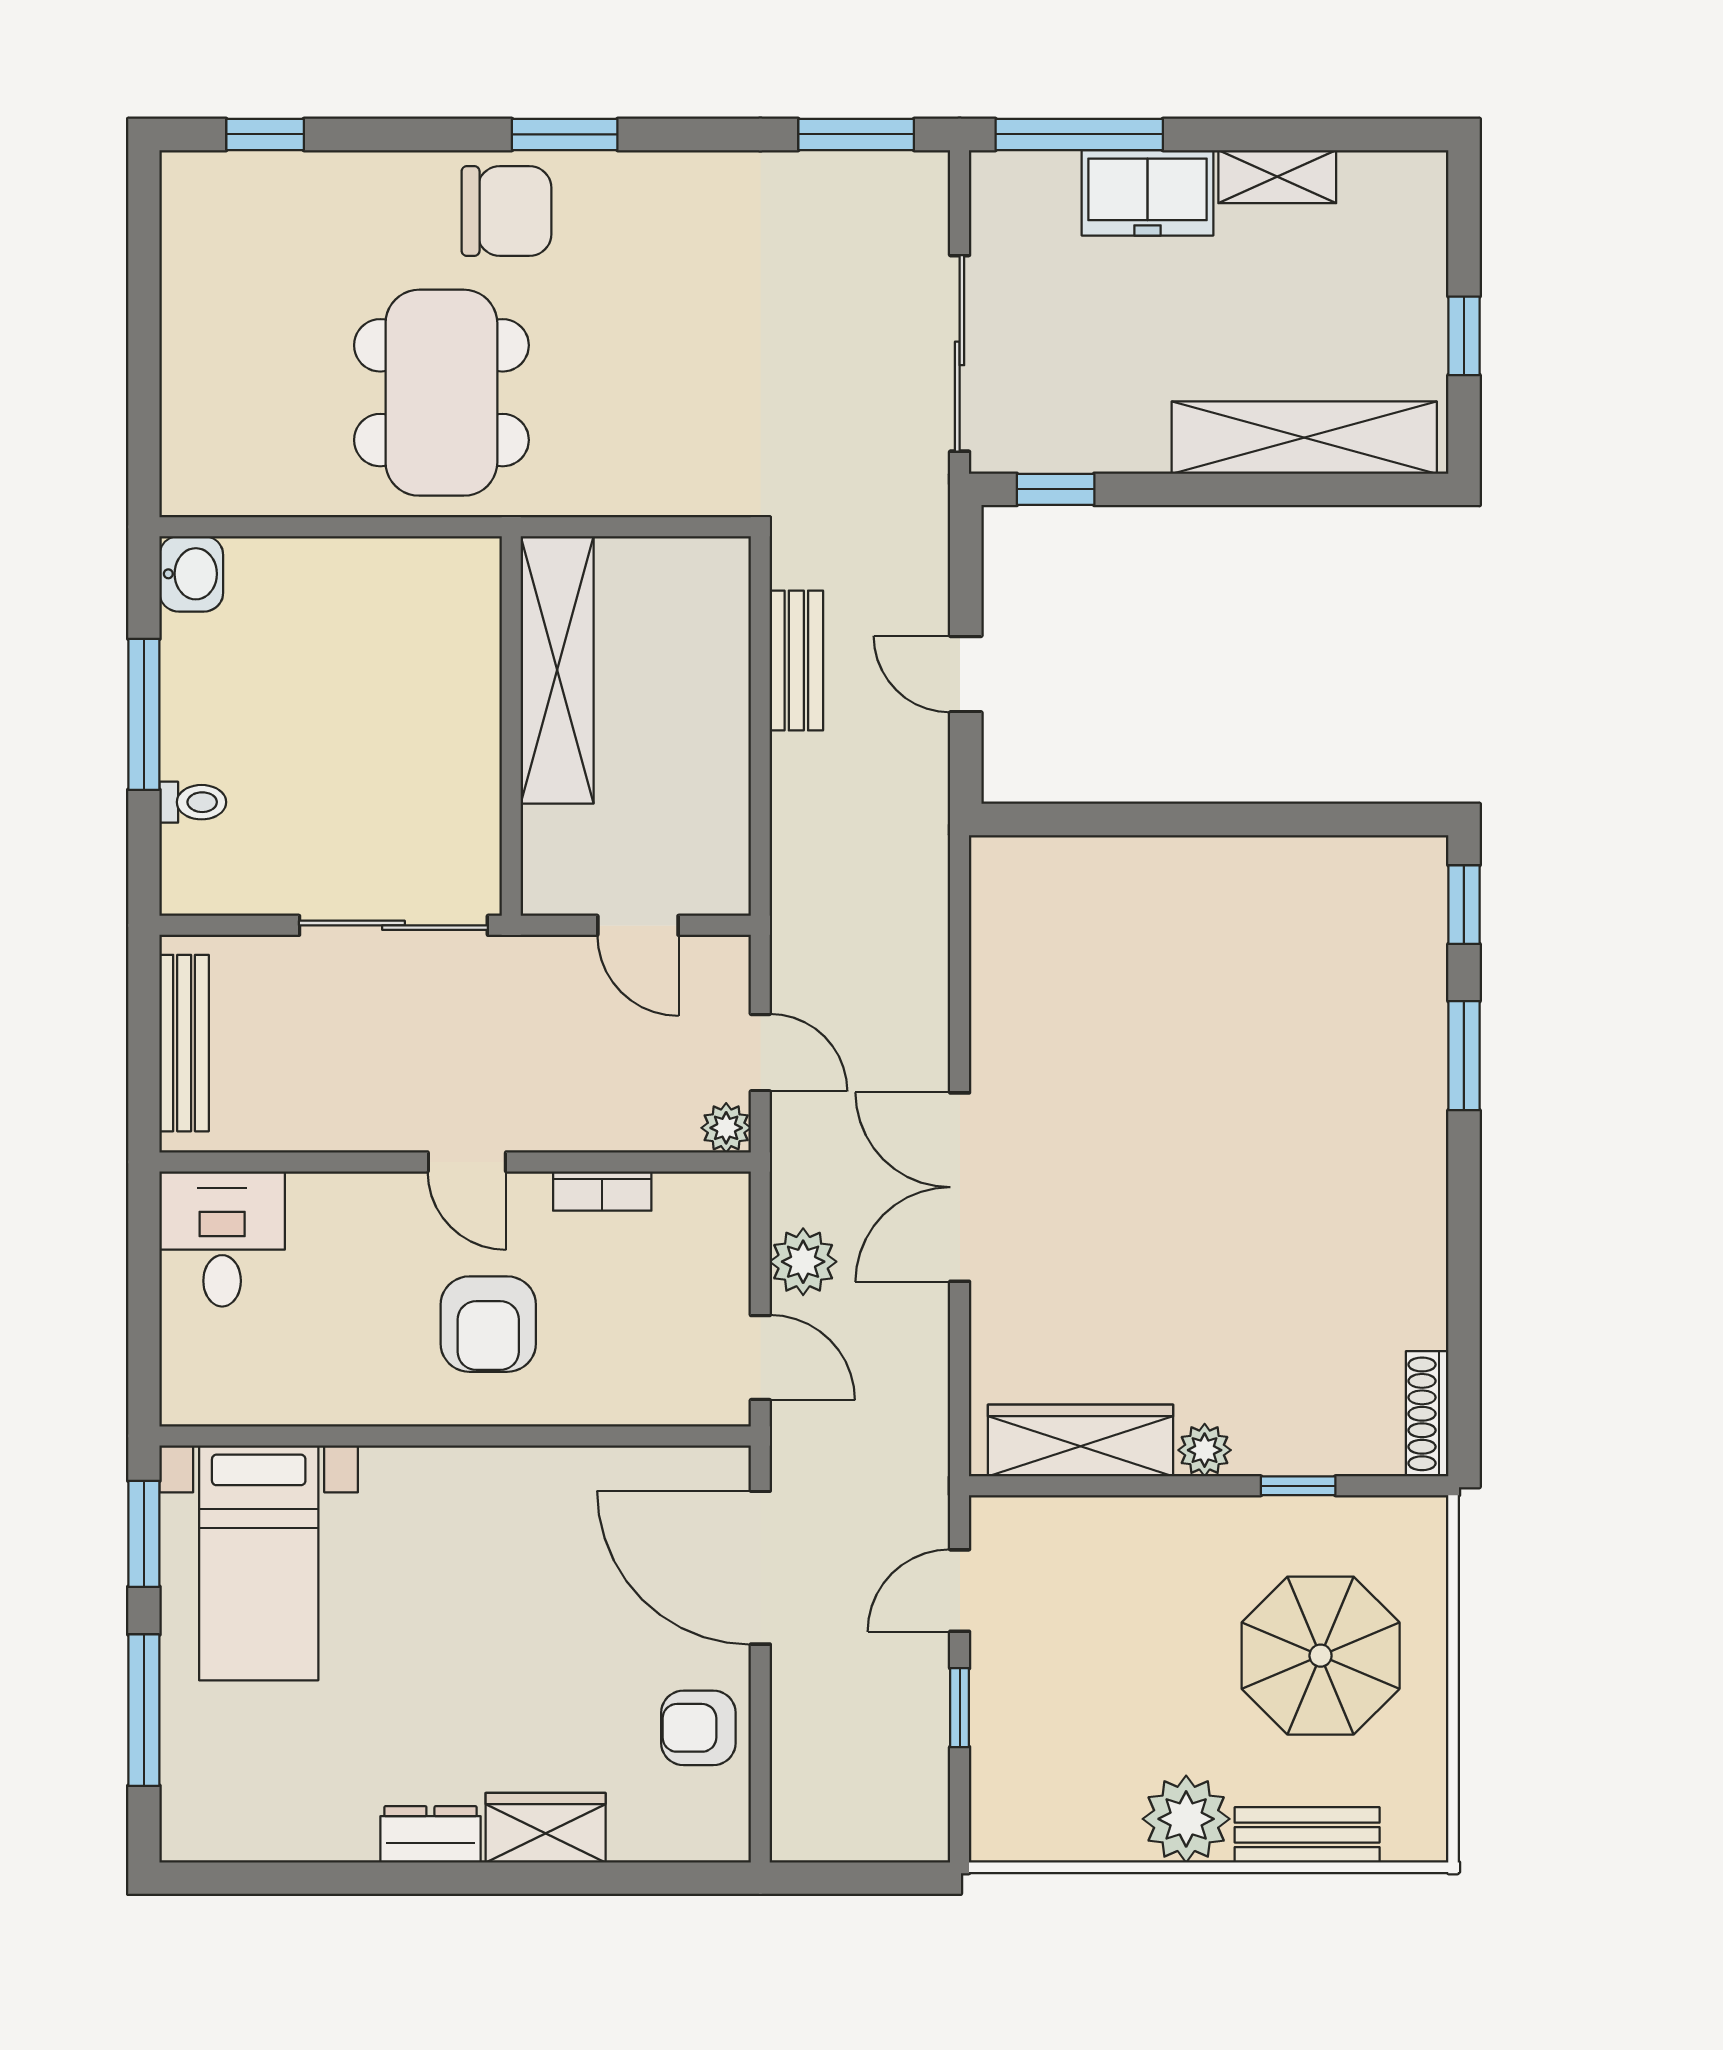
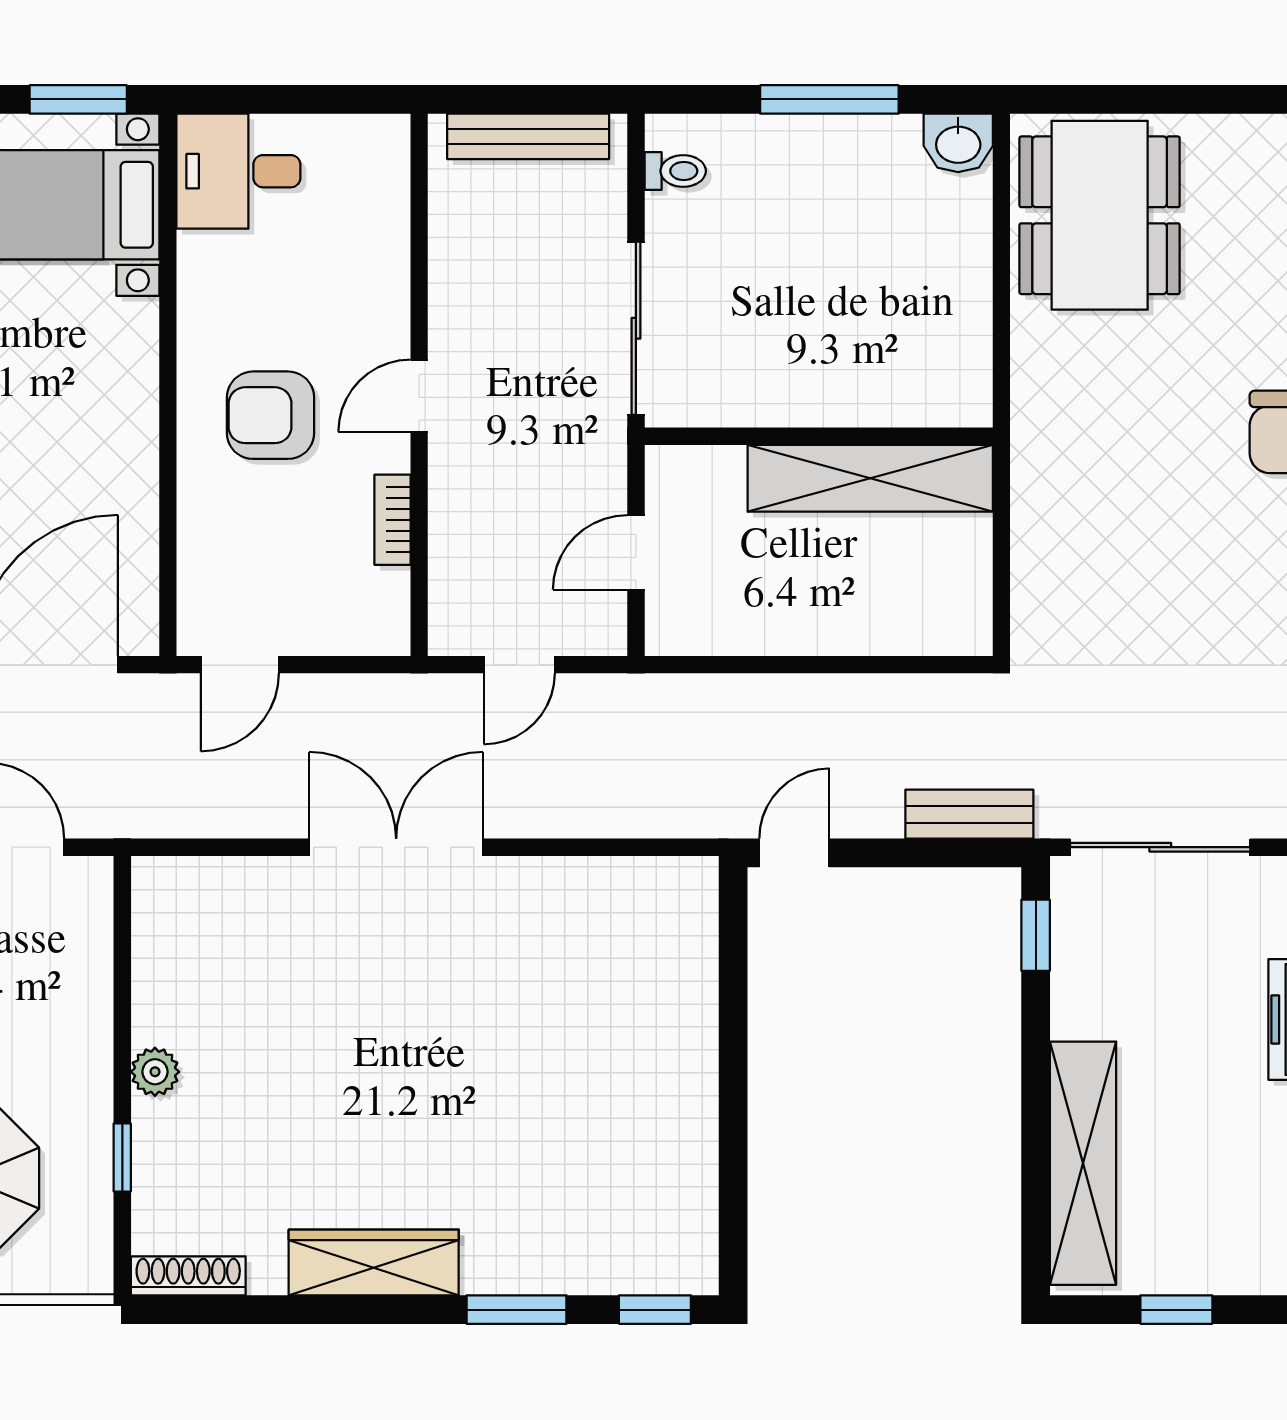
dining table: (441, 393) -> (1100, 215), moved, turned 90
bench: (796, 661) -> (969, 814), moved
door: (966, 674) -> (794, 853), moved
toilet: (193, 802) -> (675, 171), moved, turned -90
plant: (726, 1128) -> (450, 633), removed
desk: (222, 1239) -> (238, 171), moved, turned 180
plant: (803, 1262) -> (328, 704), removed
wardrobe: (1080, 1441) -> (374, 1262), moved, turned -90

